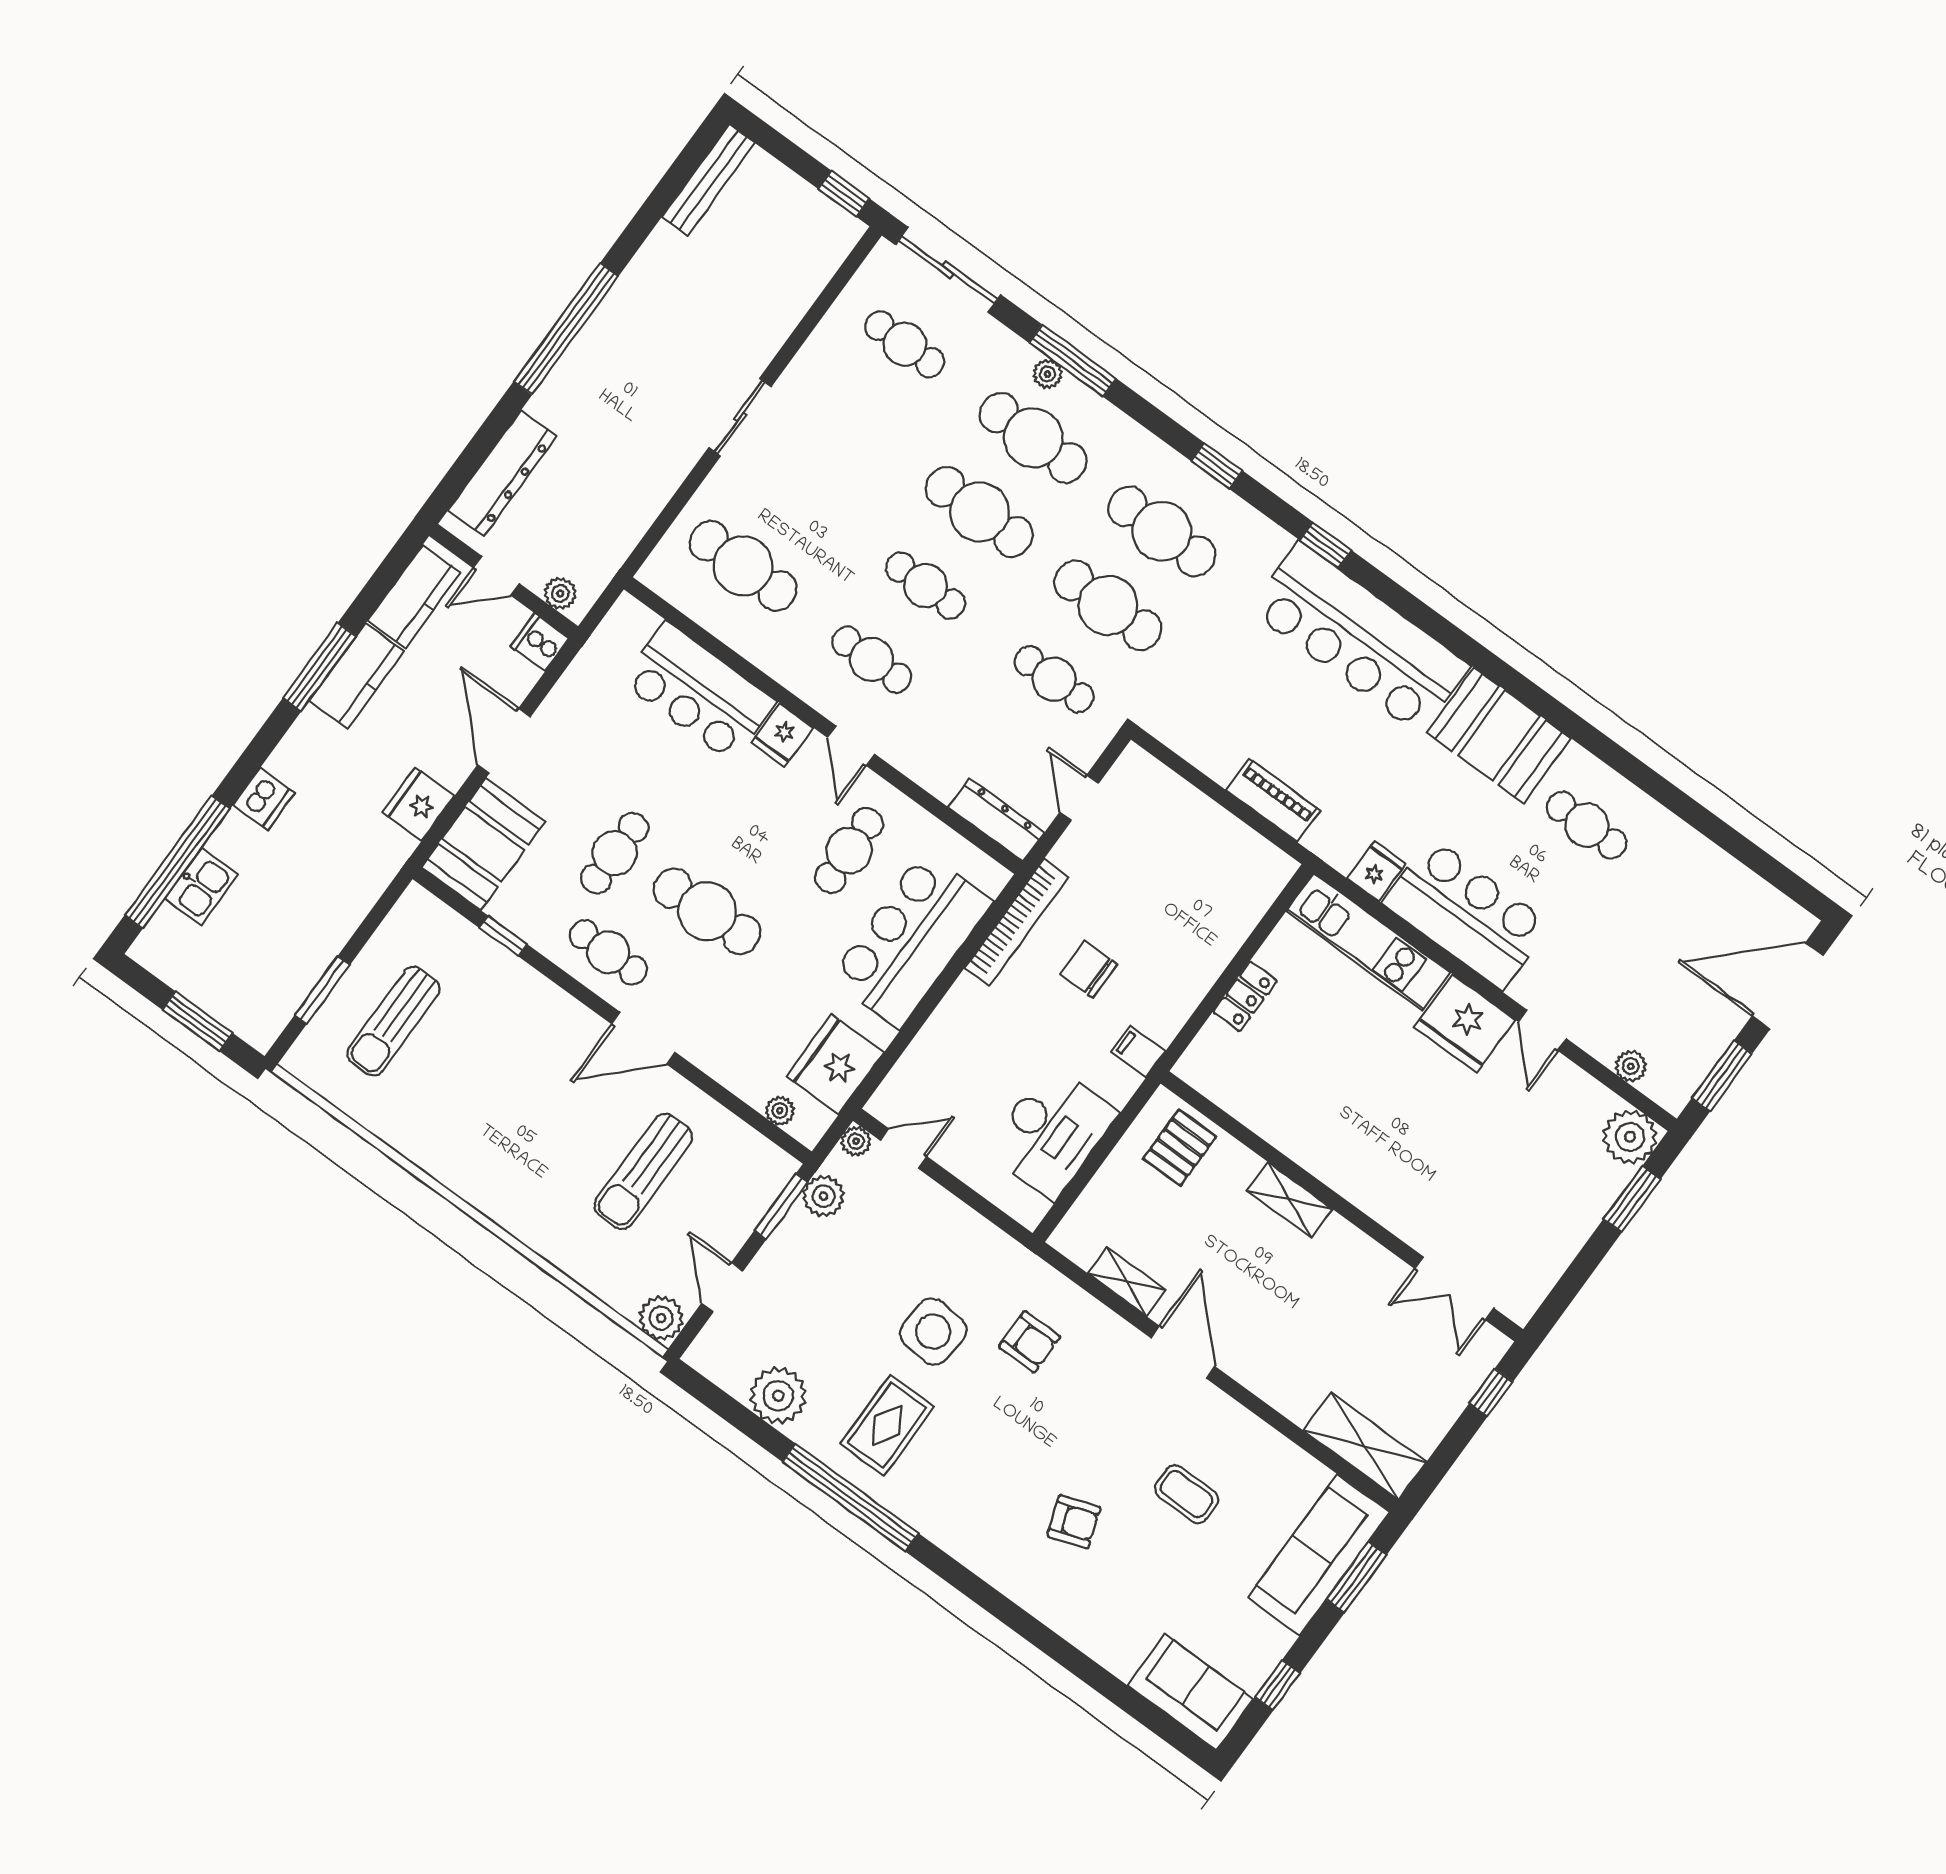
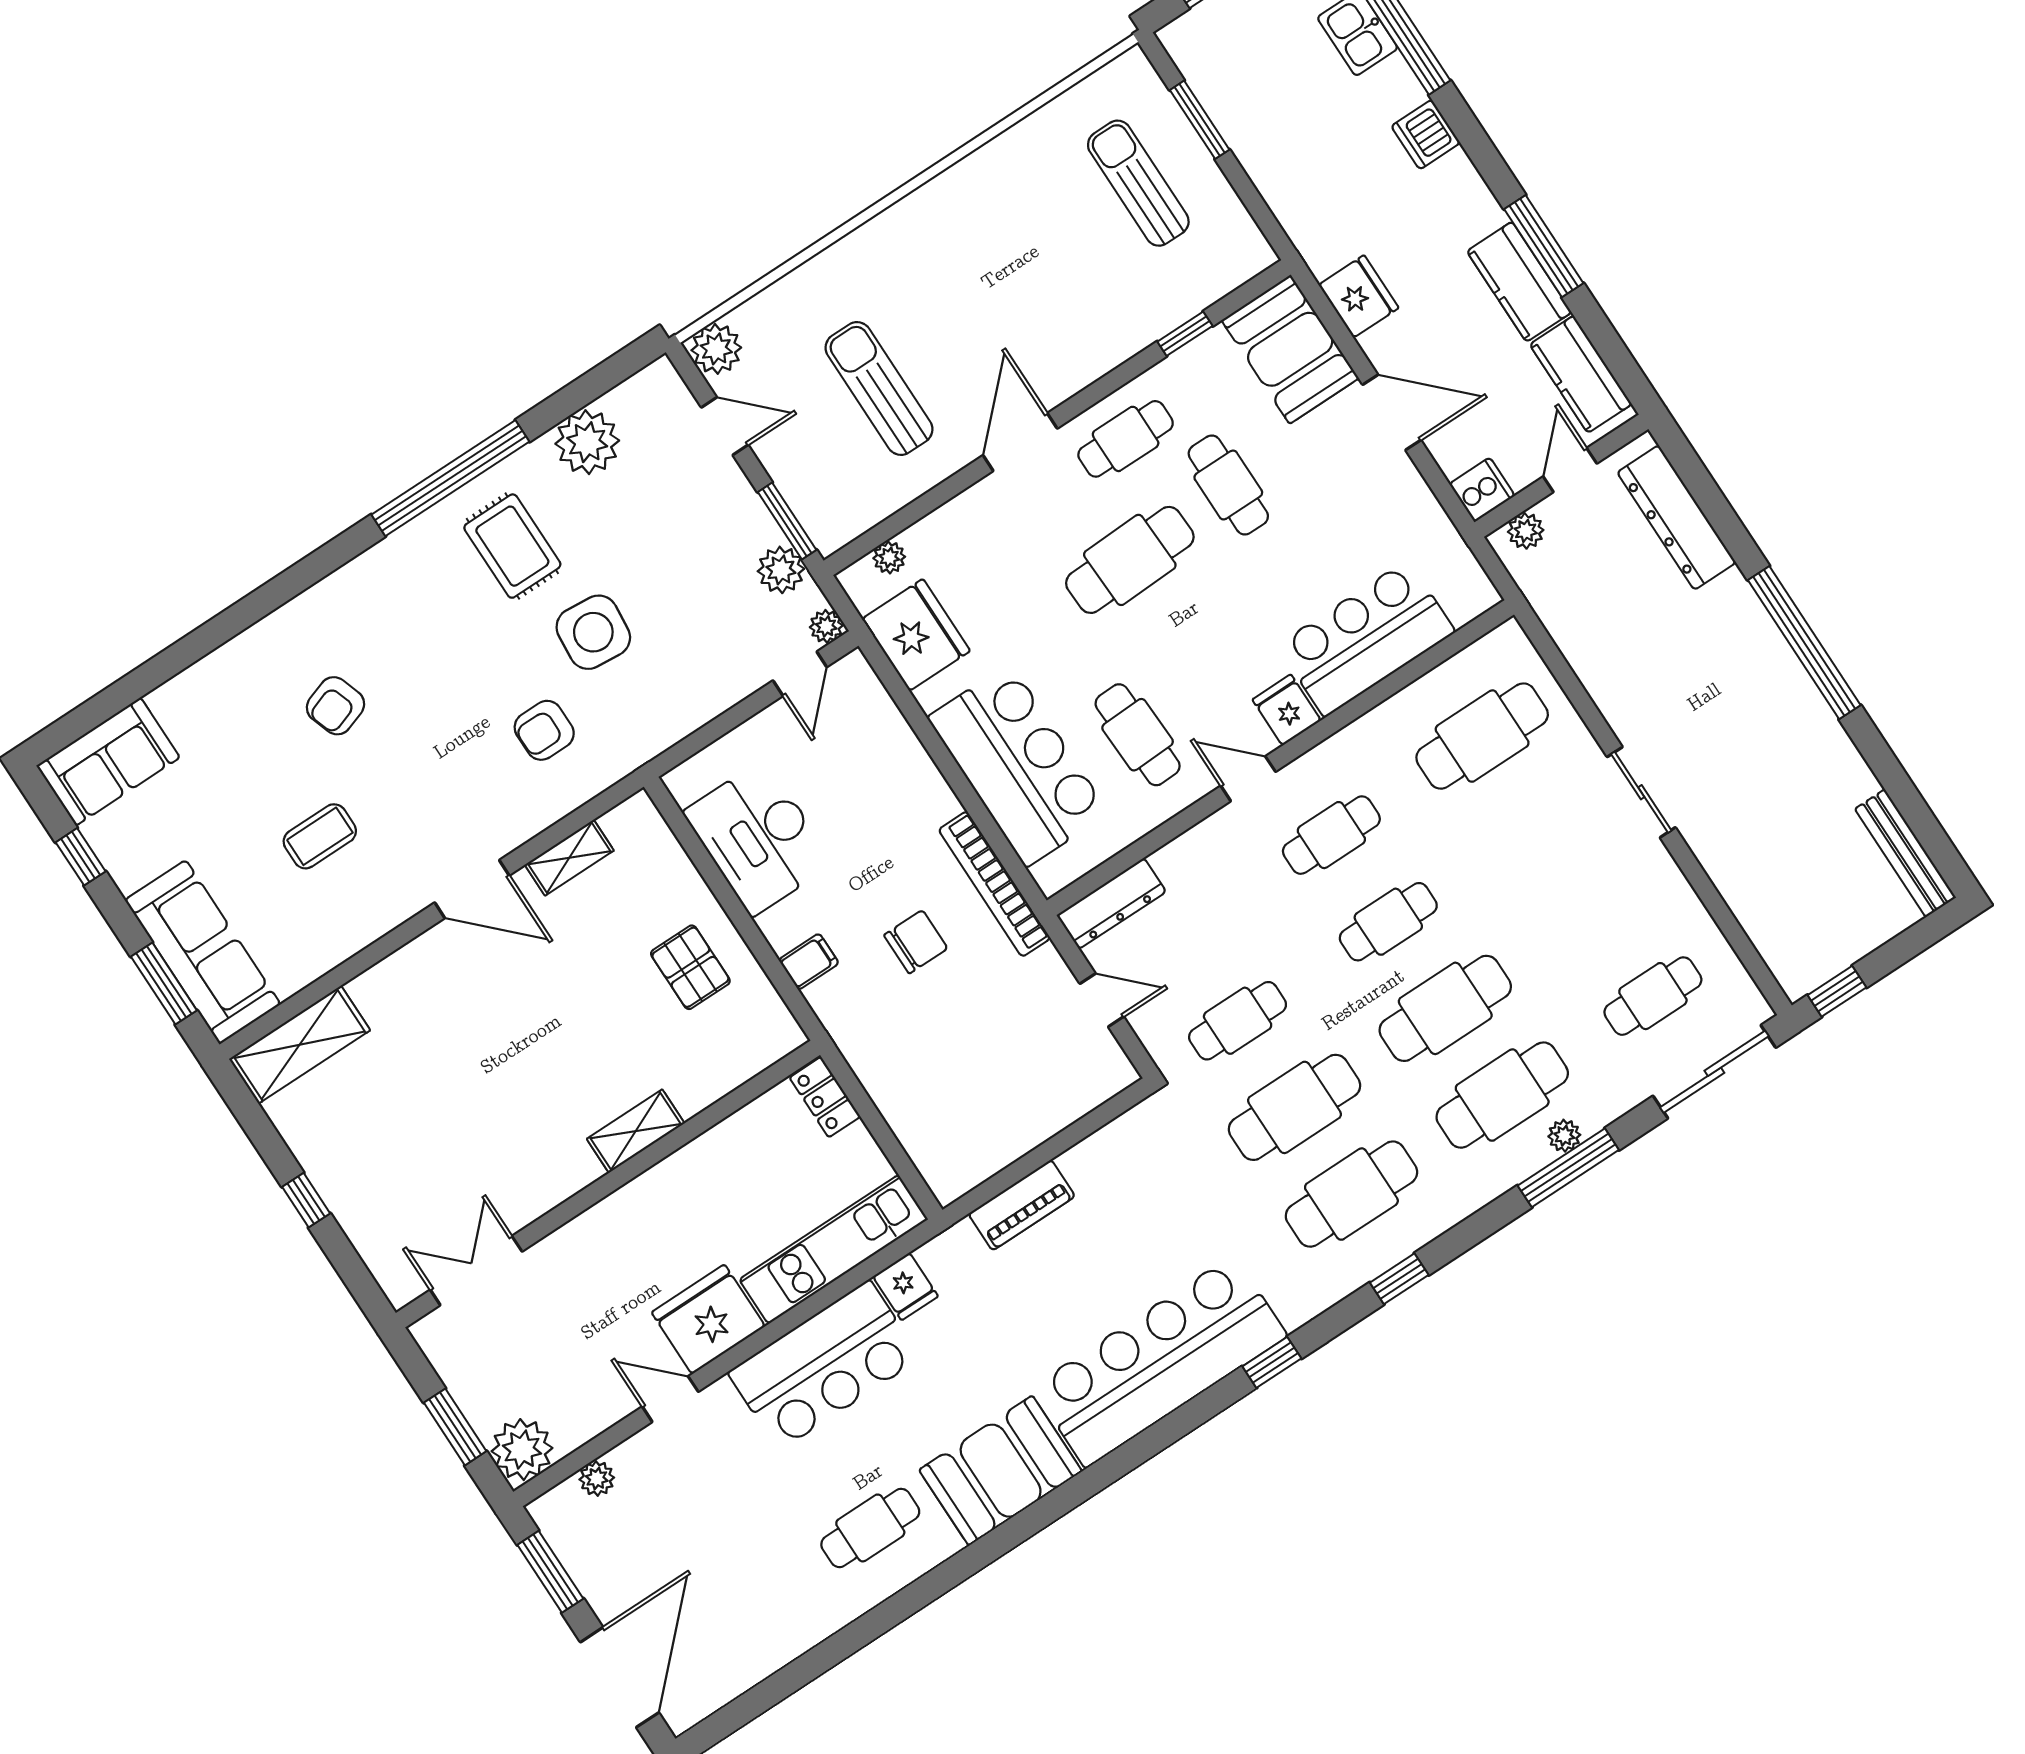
shelving: (1290, 1200) -> (636, 1131), moved
wall: (1342, 1206) -> (608, 1184), moved
double door: (1454, 1288) -> (476, 1271), moved

